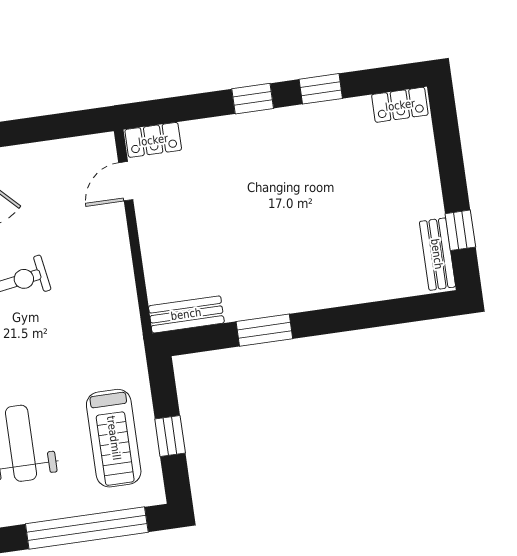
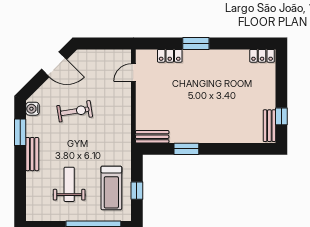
window: (321, 89) -> (227, 43), removed
window: (253, 99) -> (196, 43), width x1.50
locker: (153, 140) -> (170, 56), moved

